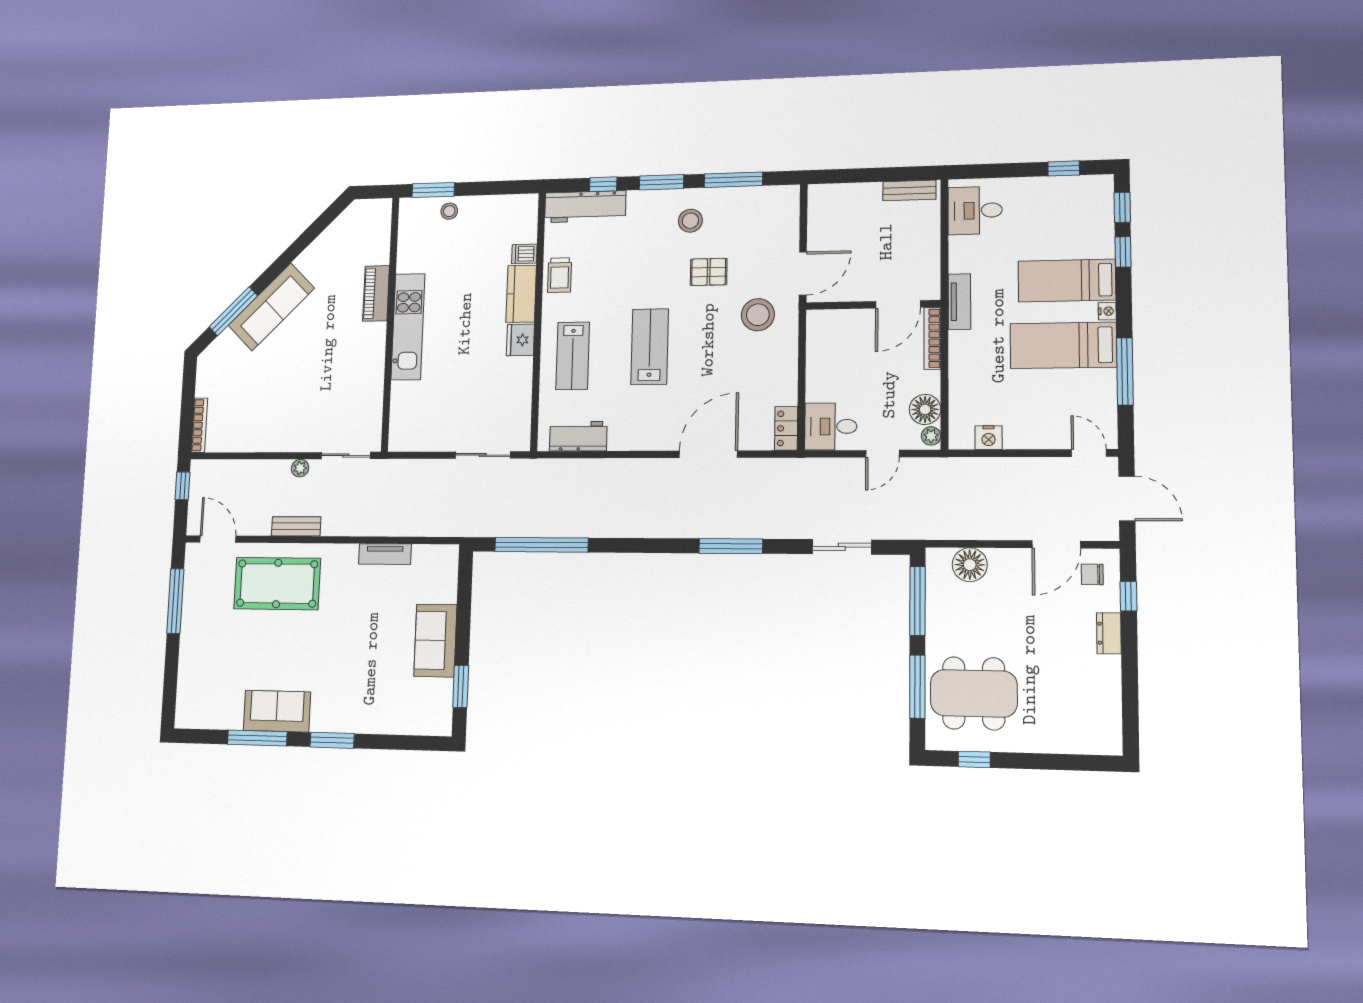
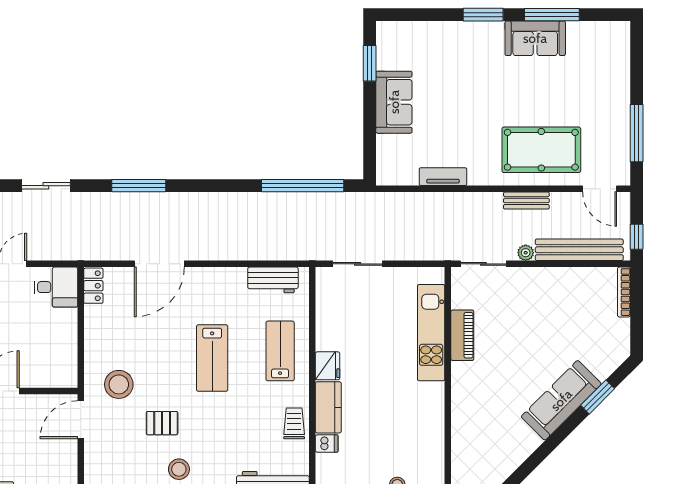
piano: (376, 293) -> (462, 335), moved
window: (233, 311) -> (598, 397), width x0.69
kitchen unit: (408, 327) -> (431, 333), moved
bench: (243, 471) -> (579, 250), added

